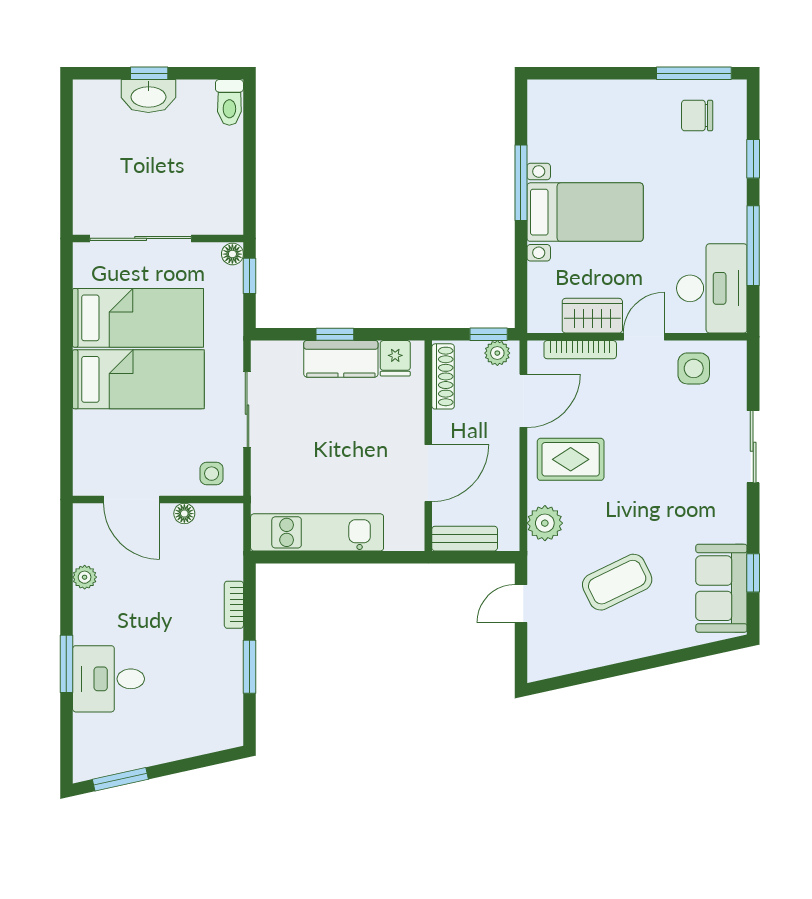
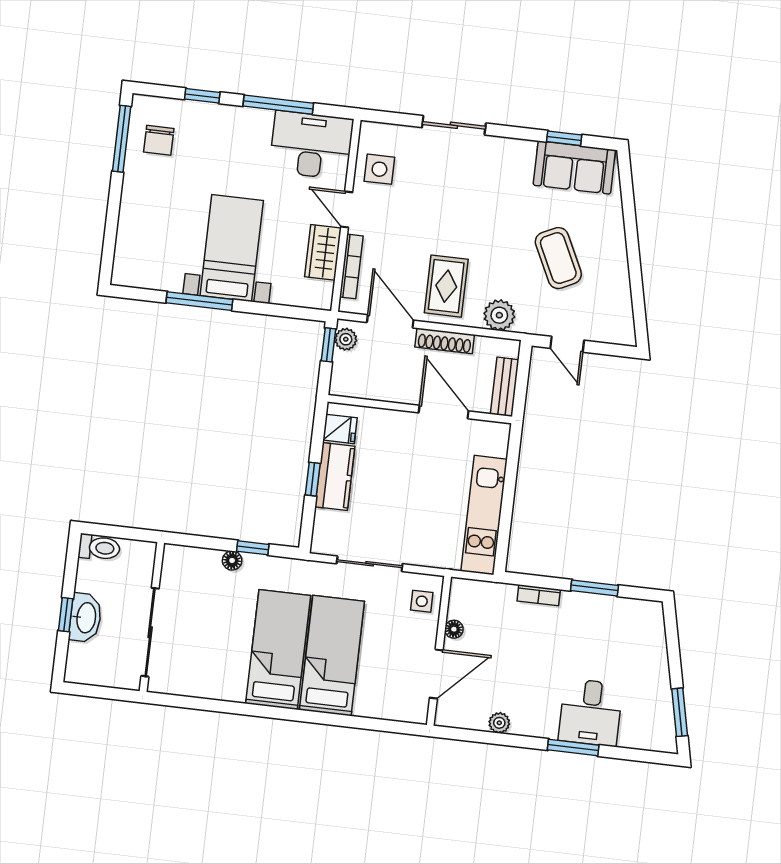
sliding door: (141, 238) -> (150, 632), moved
wall: (158, 238) -> (152, 617), moved
shoe rack: (443, 376) -> (445, 341), moved, turned 180

